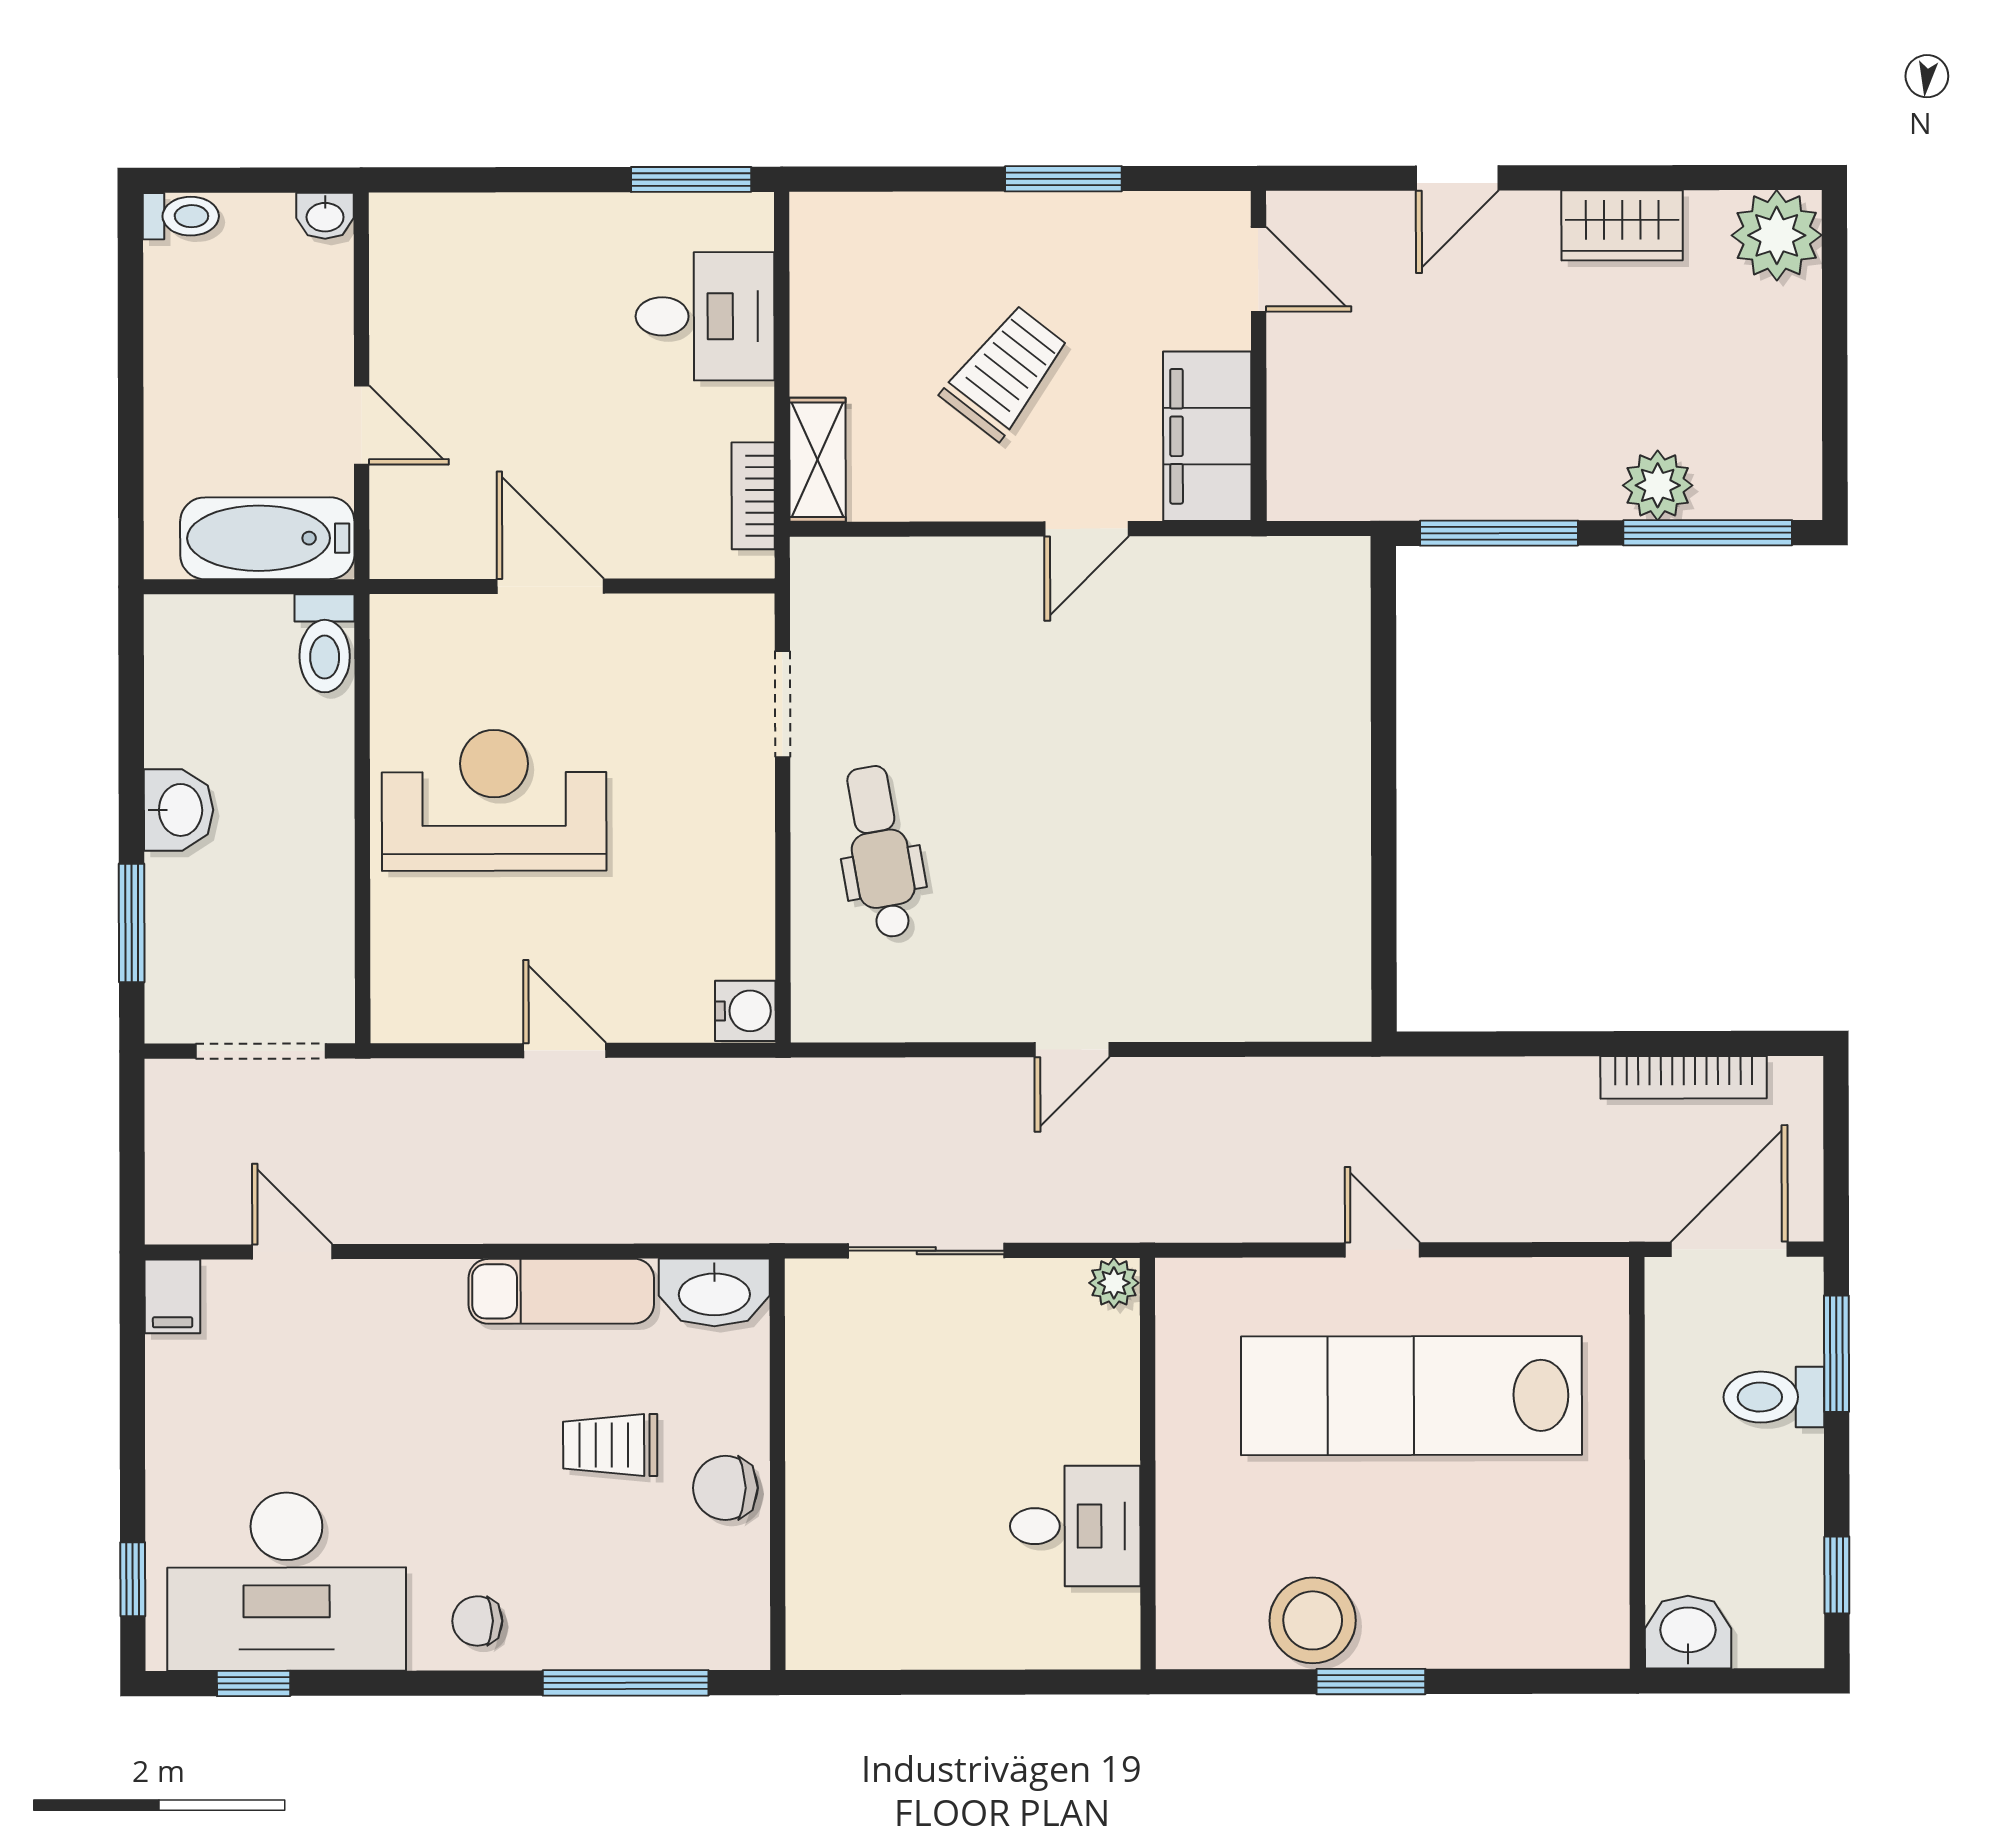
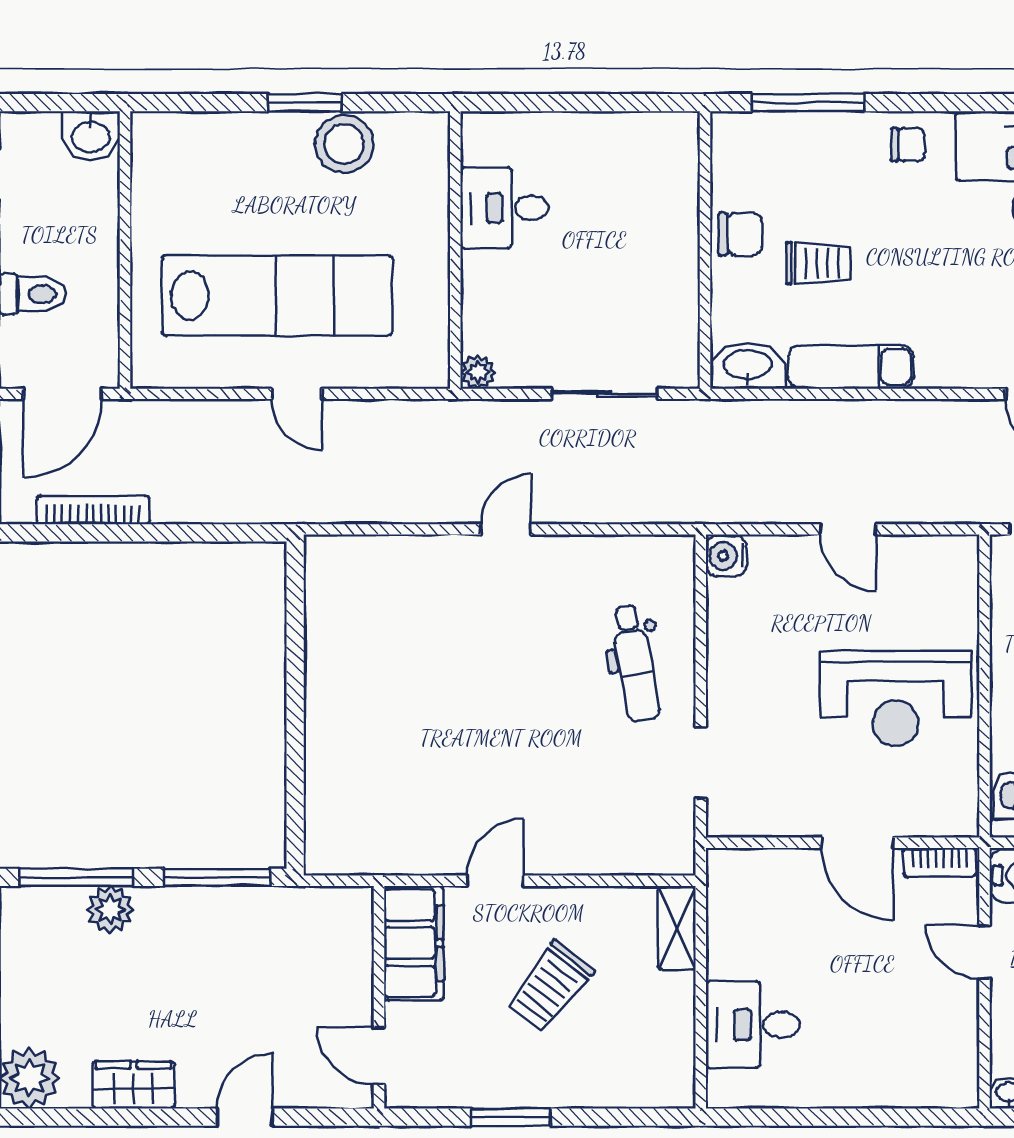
window: (691, 179) -> (762, 1117), removed
bookcase: (753, 496) -> (940, 862), moved, turned 90

